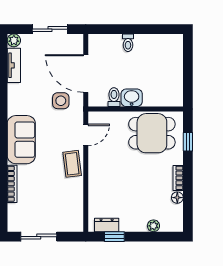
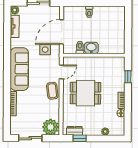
door: (86, 73) -> (61, 32), hinge flipped
dining table: (152, 133) -> (85, 93), moved
sofa: (21, 140) -> (19, 69), width x1.36
plant: (70, 219) -> (50, 127), added

